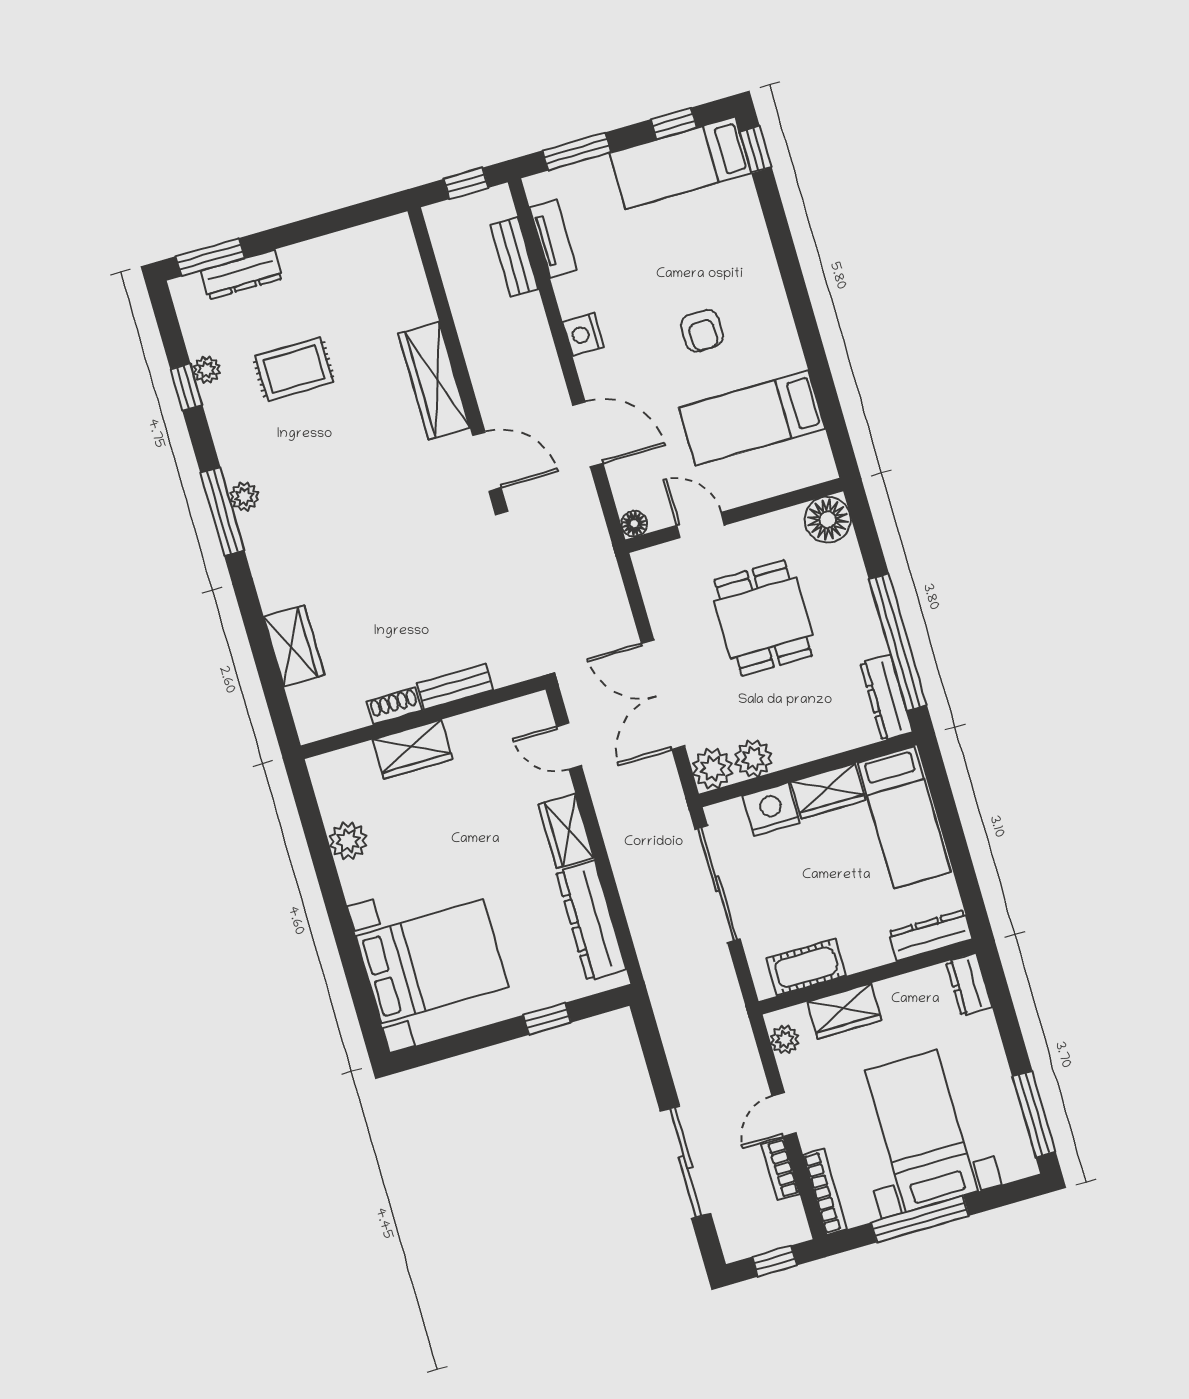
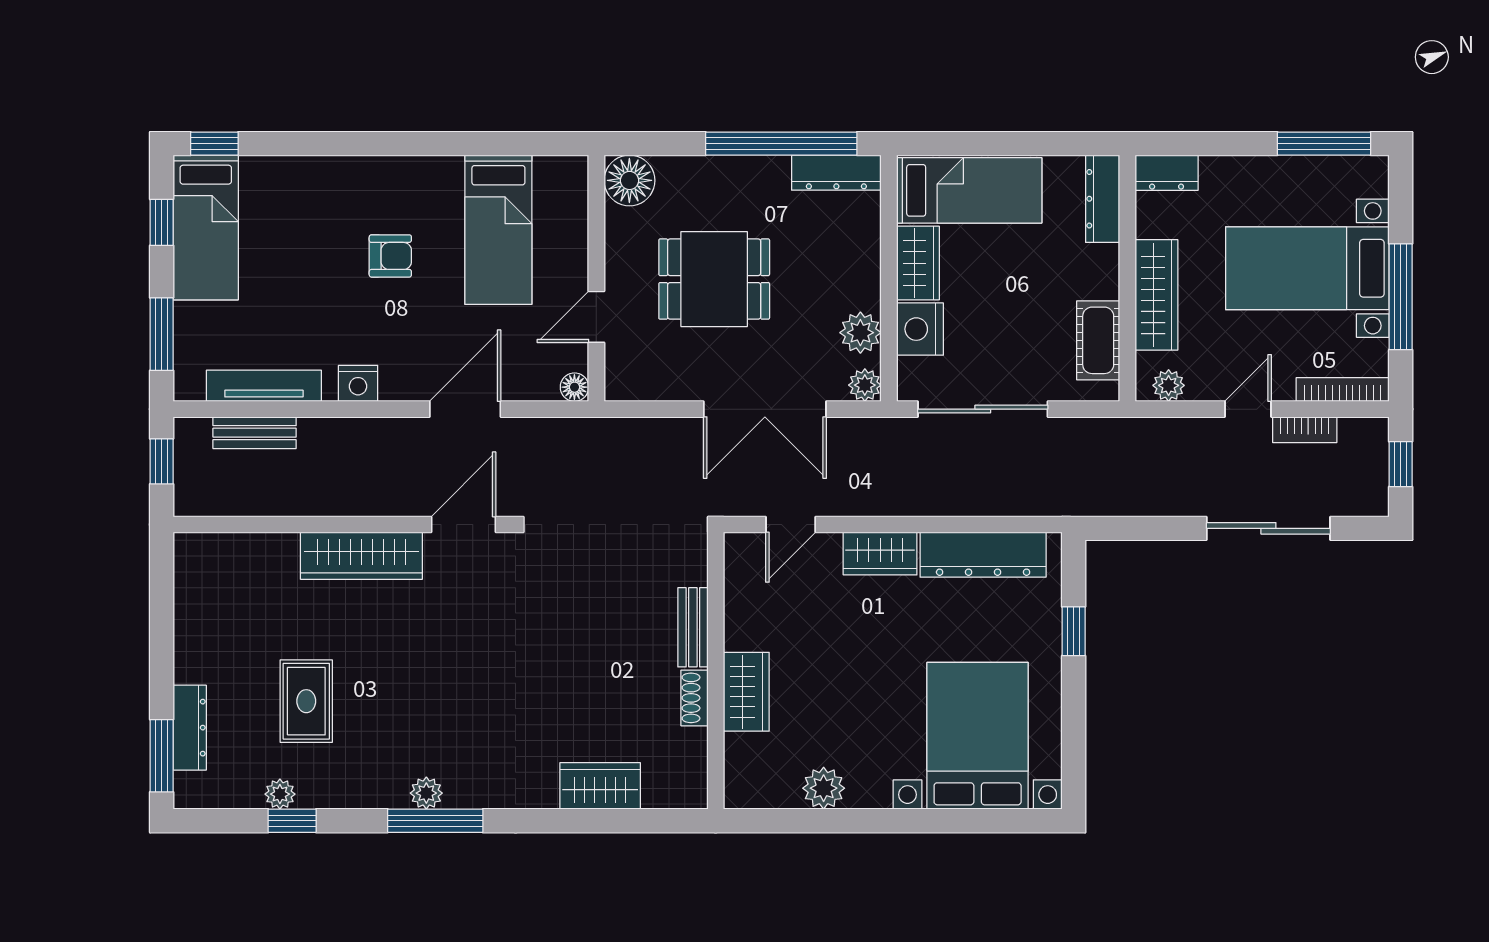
tv unit: (553, 239) -> (264, 386), width x1.41
plant: (713, 769) -> (865, 385), width x0.73, depth x0.73
wardrobe: (844, 1011) -> (1156, 295), width x1.50
door: (784, 1115) -> (1248, 409), swing flipped

